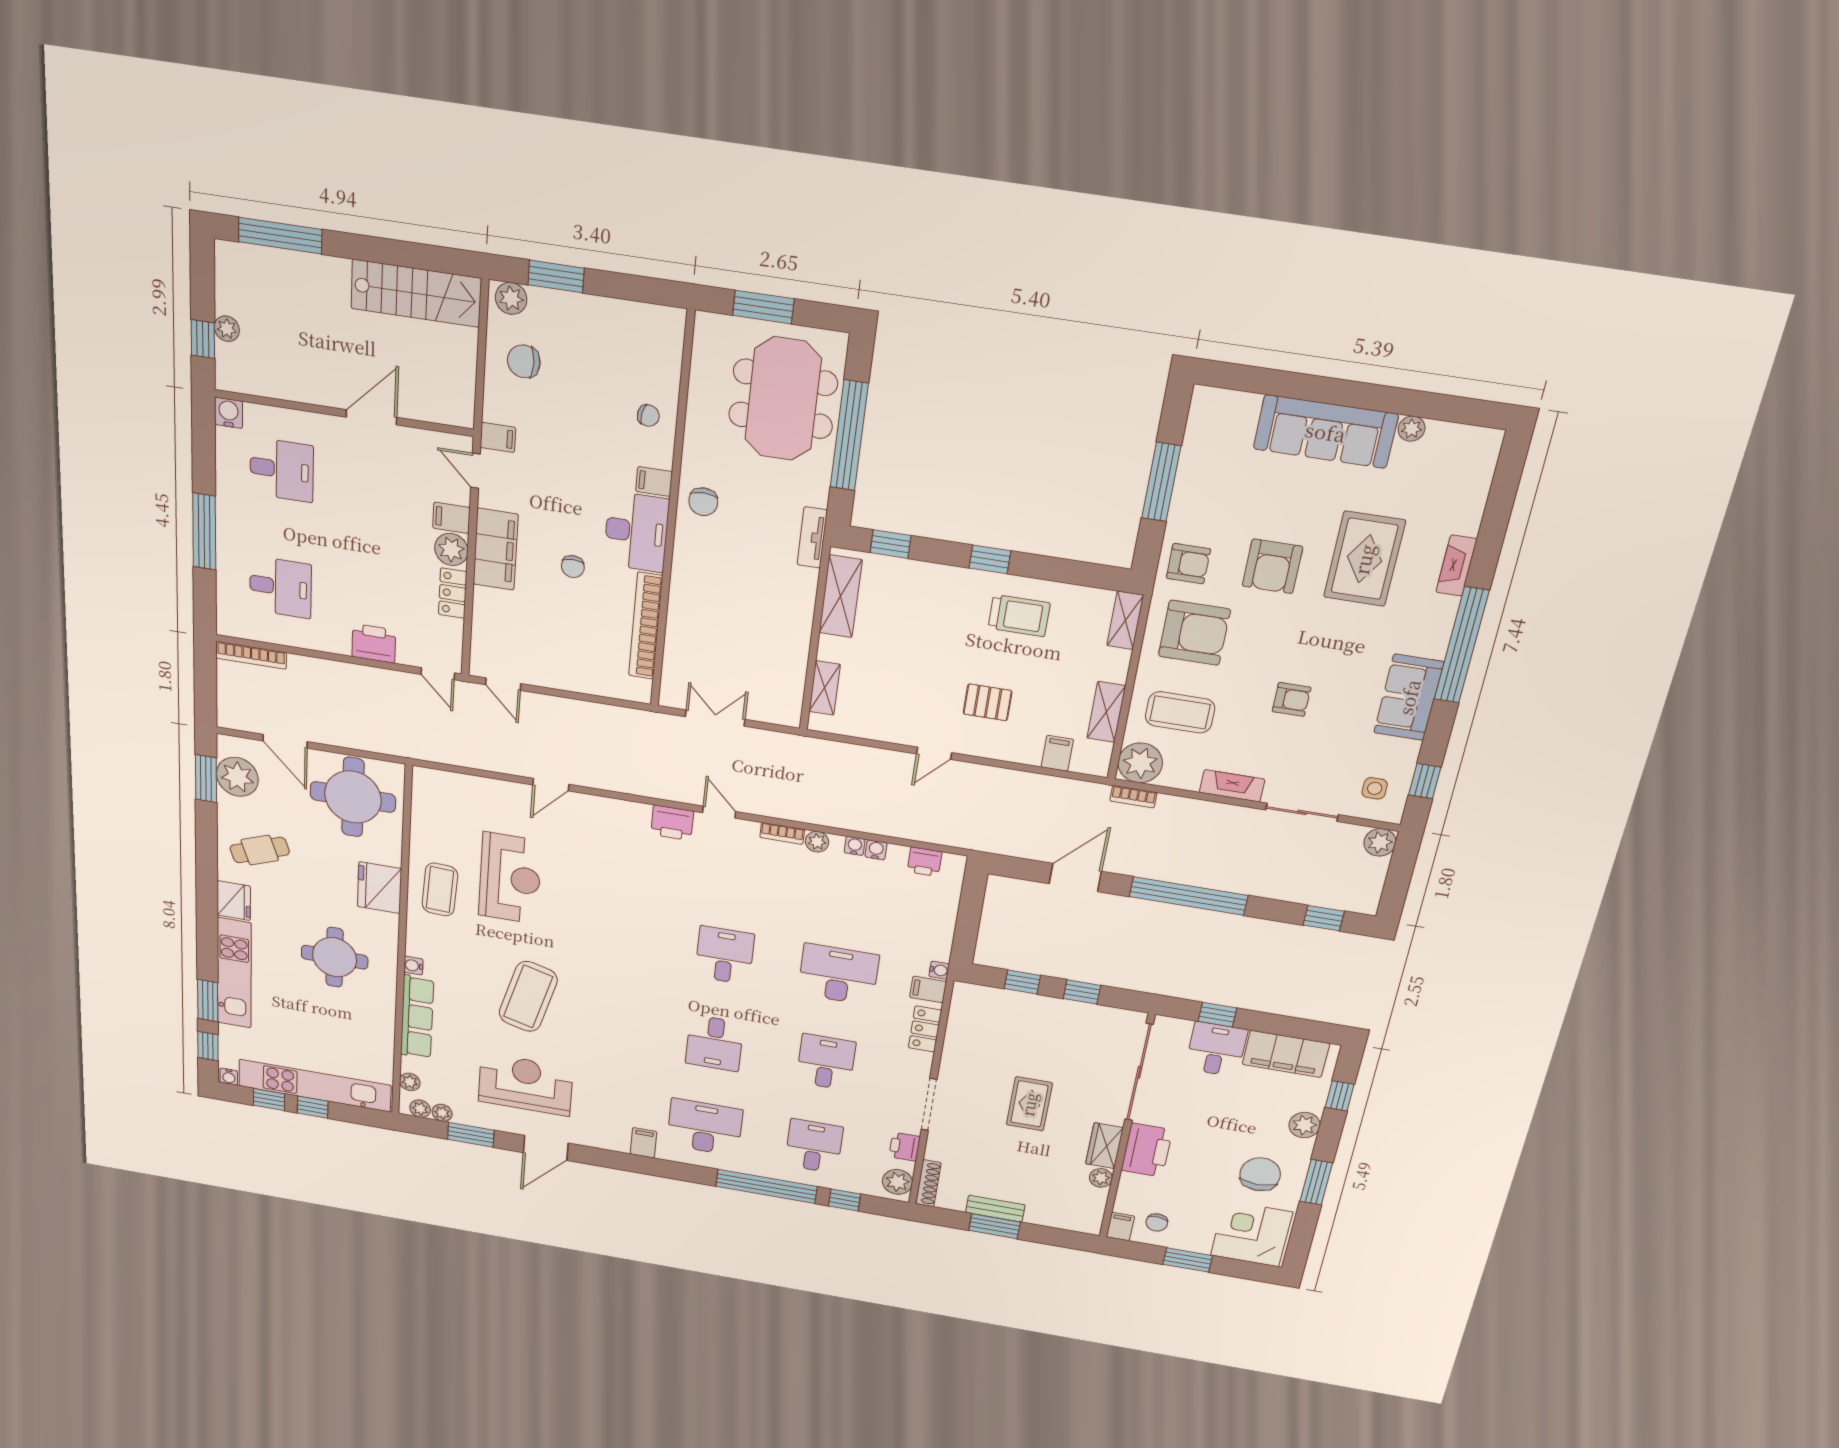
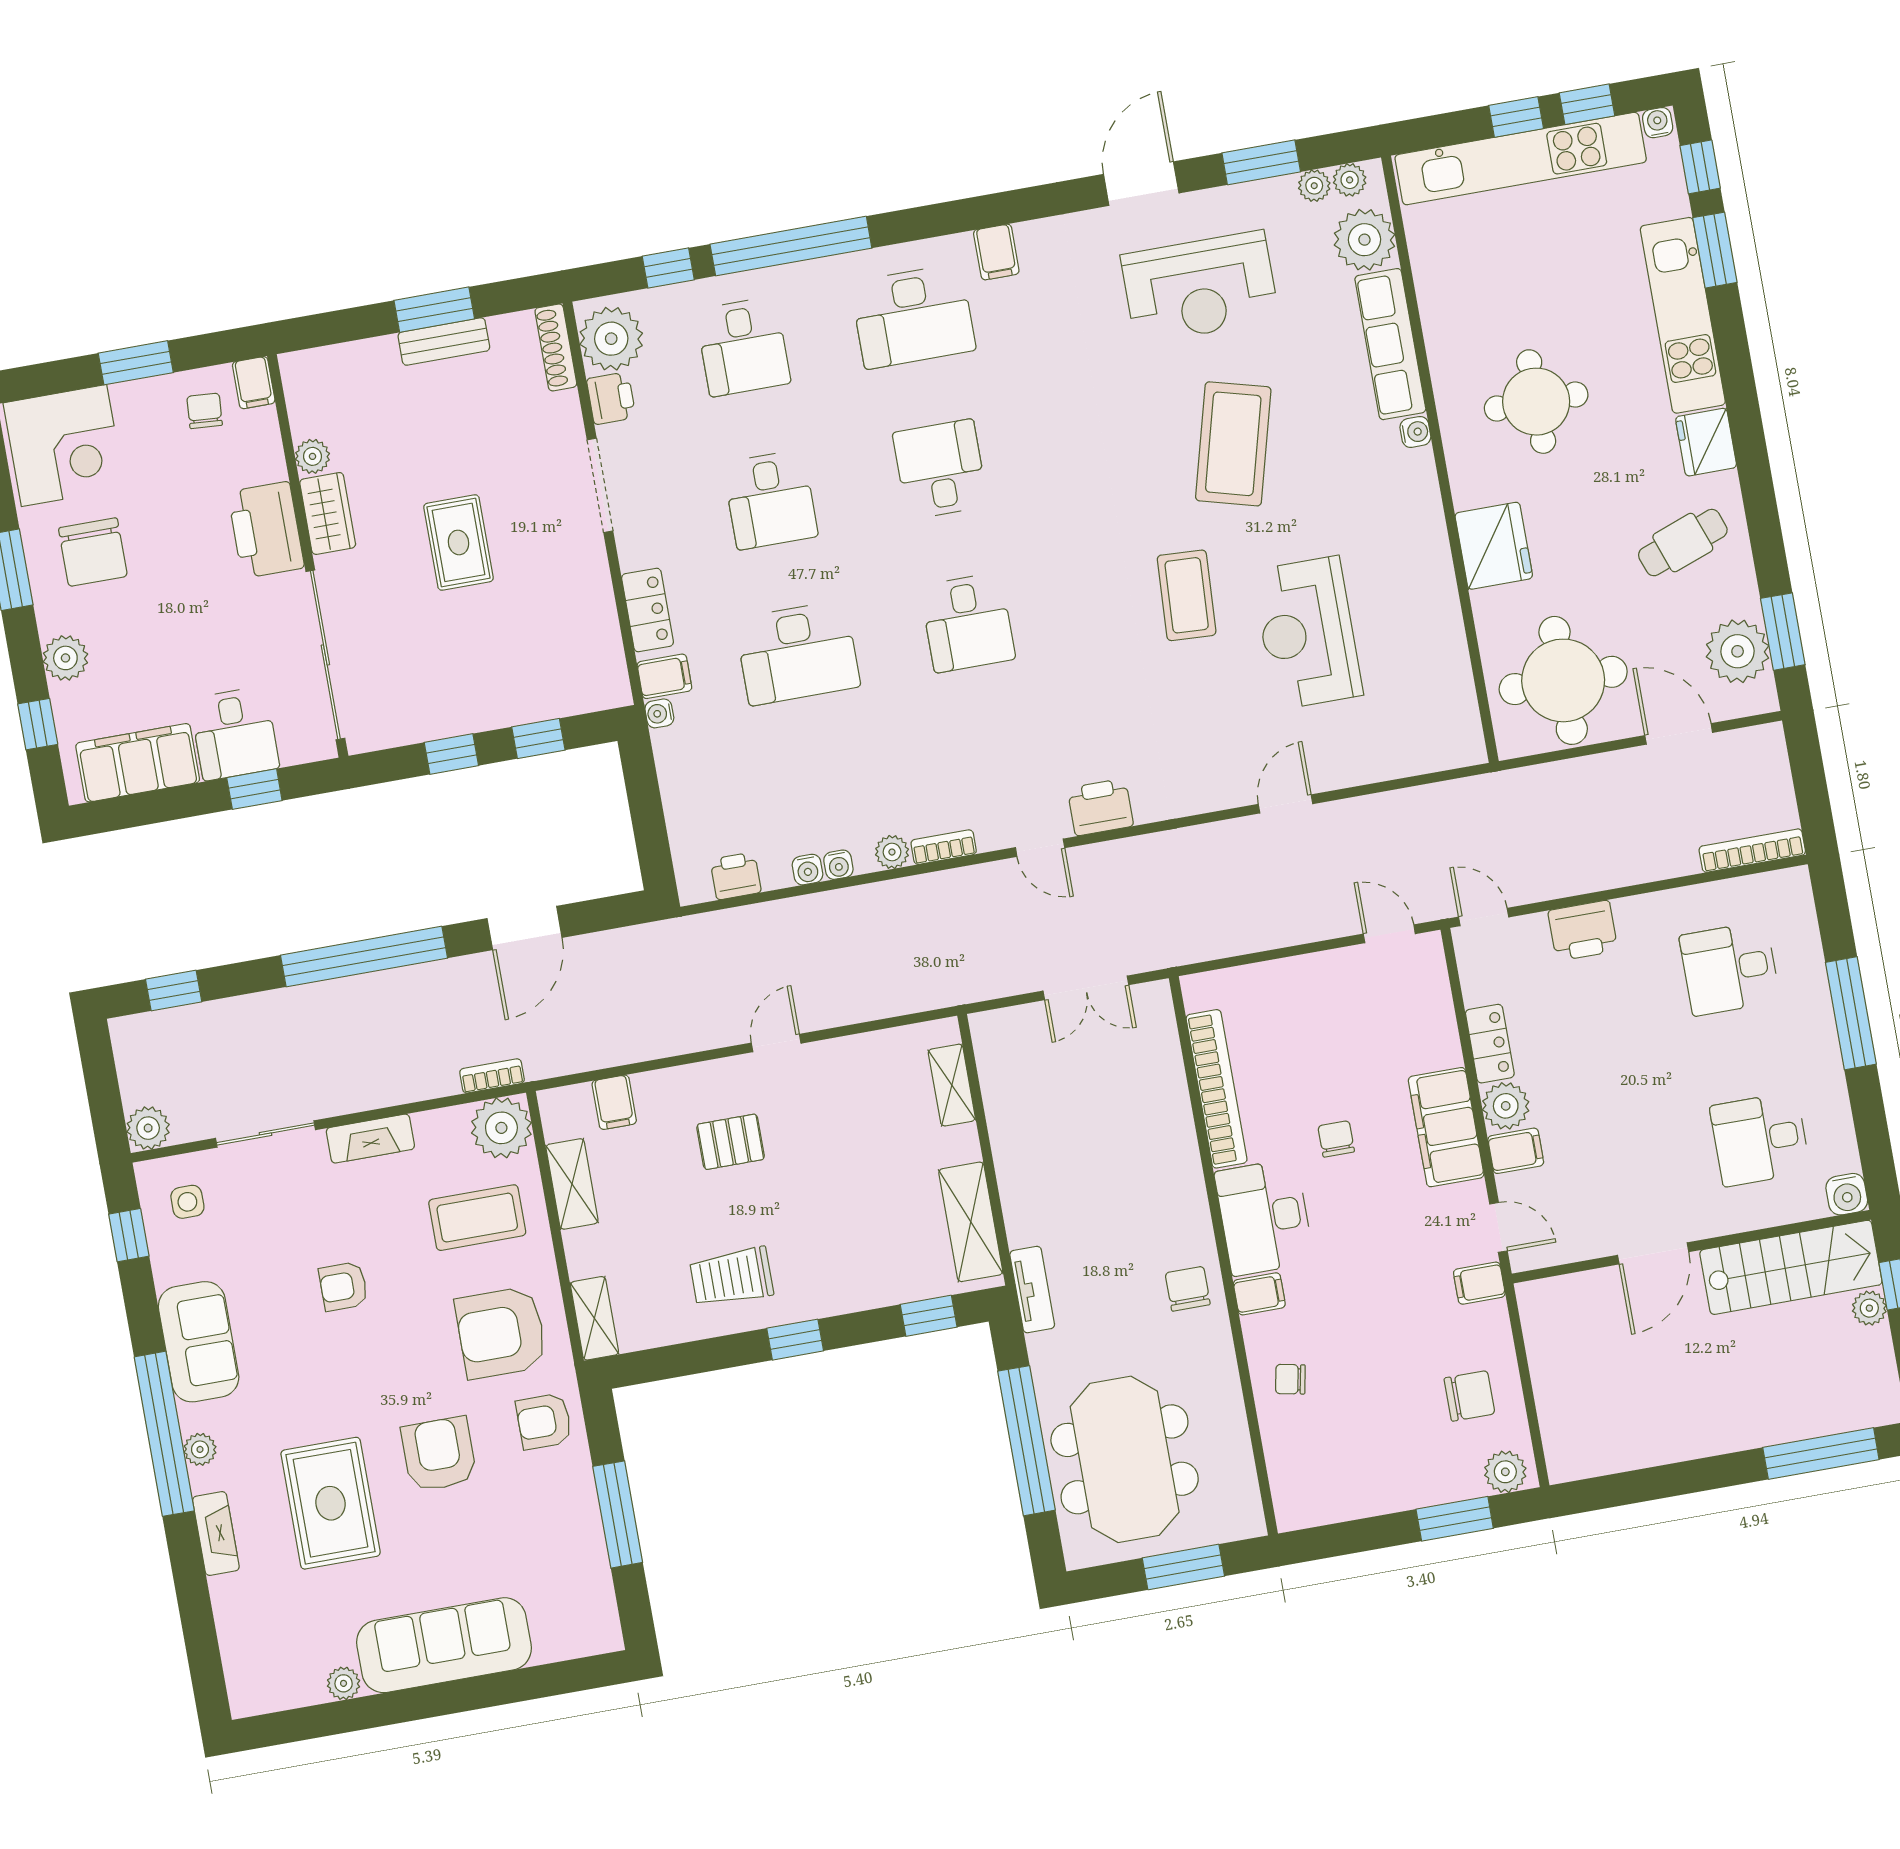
stairs: (416, 293) -> (1791, 1267), moved, turned 180
plant: (1441, 626) -> (200, 1449), added
coffee table: (440, 890) -> (1187, 595), moved
plant: (410, 1082) -> (1364, 240), width x1.88, depth x1.88
plant: (897, 1182) -> (611, 339), width x1.36, depth x1.36

